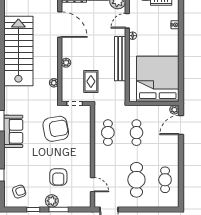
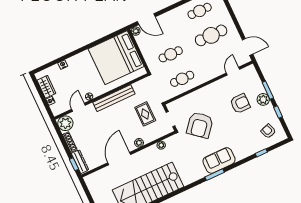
door: (127, 21) -> (78, 107), swing flipped
door: (60, 25) -> (119, 159), moved
rug: (91, 81) -> (145, 114), turned 90
armchair: (56, 129) -> (200, 125), turned -130

